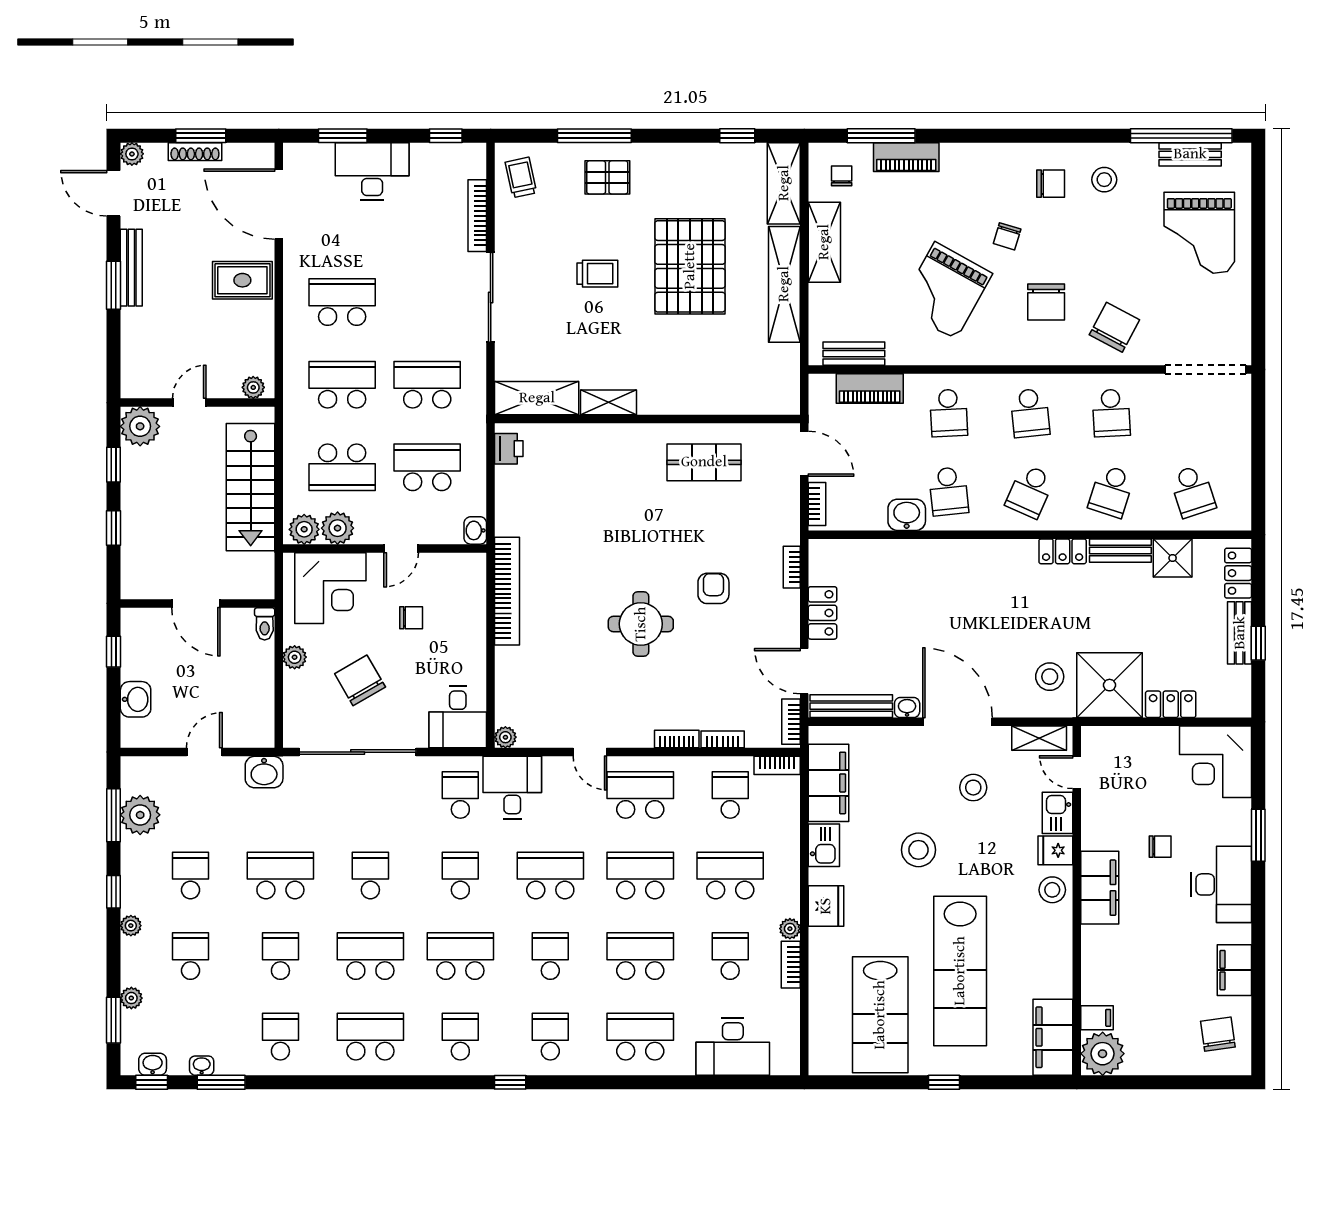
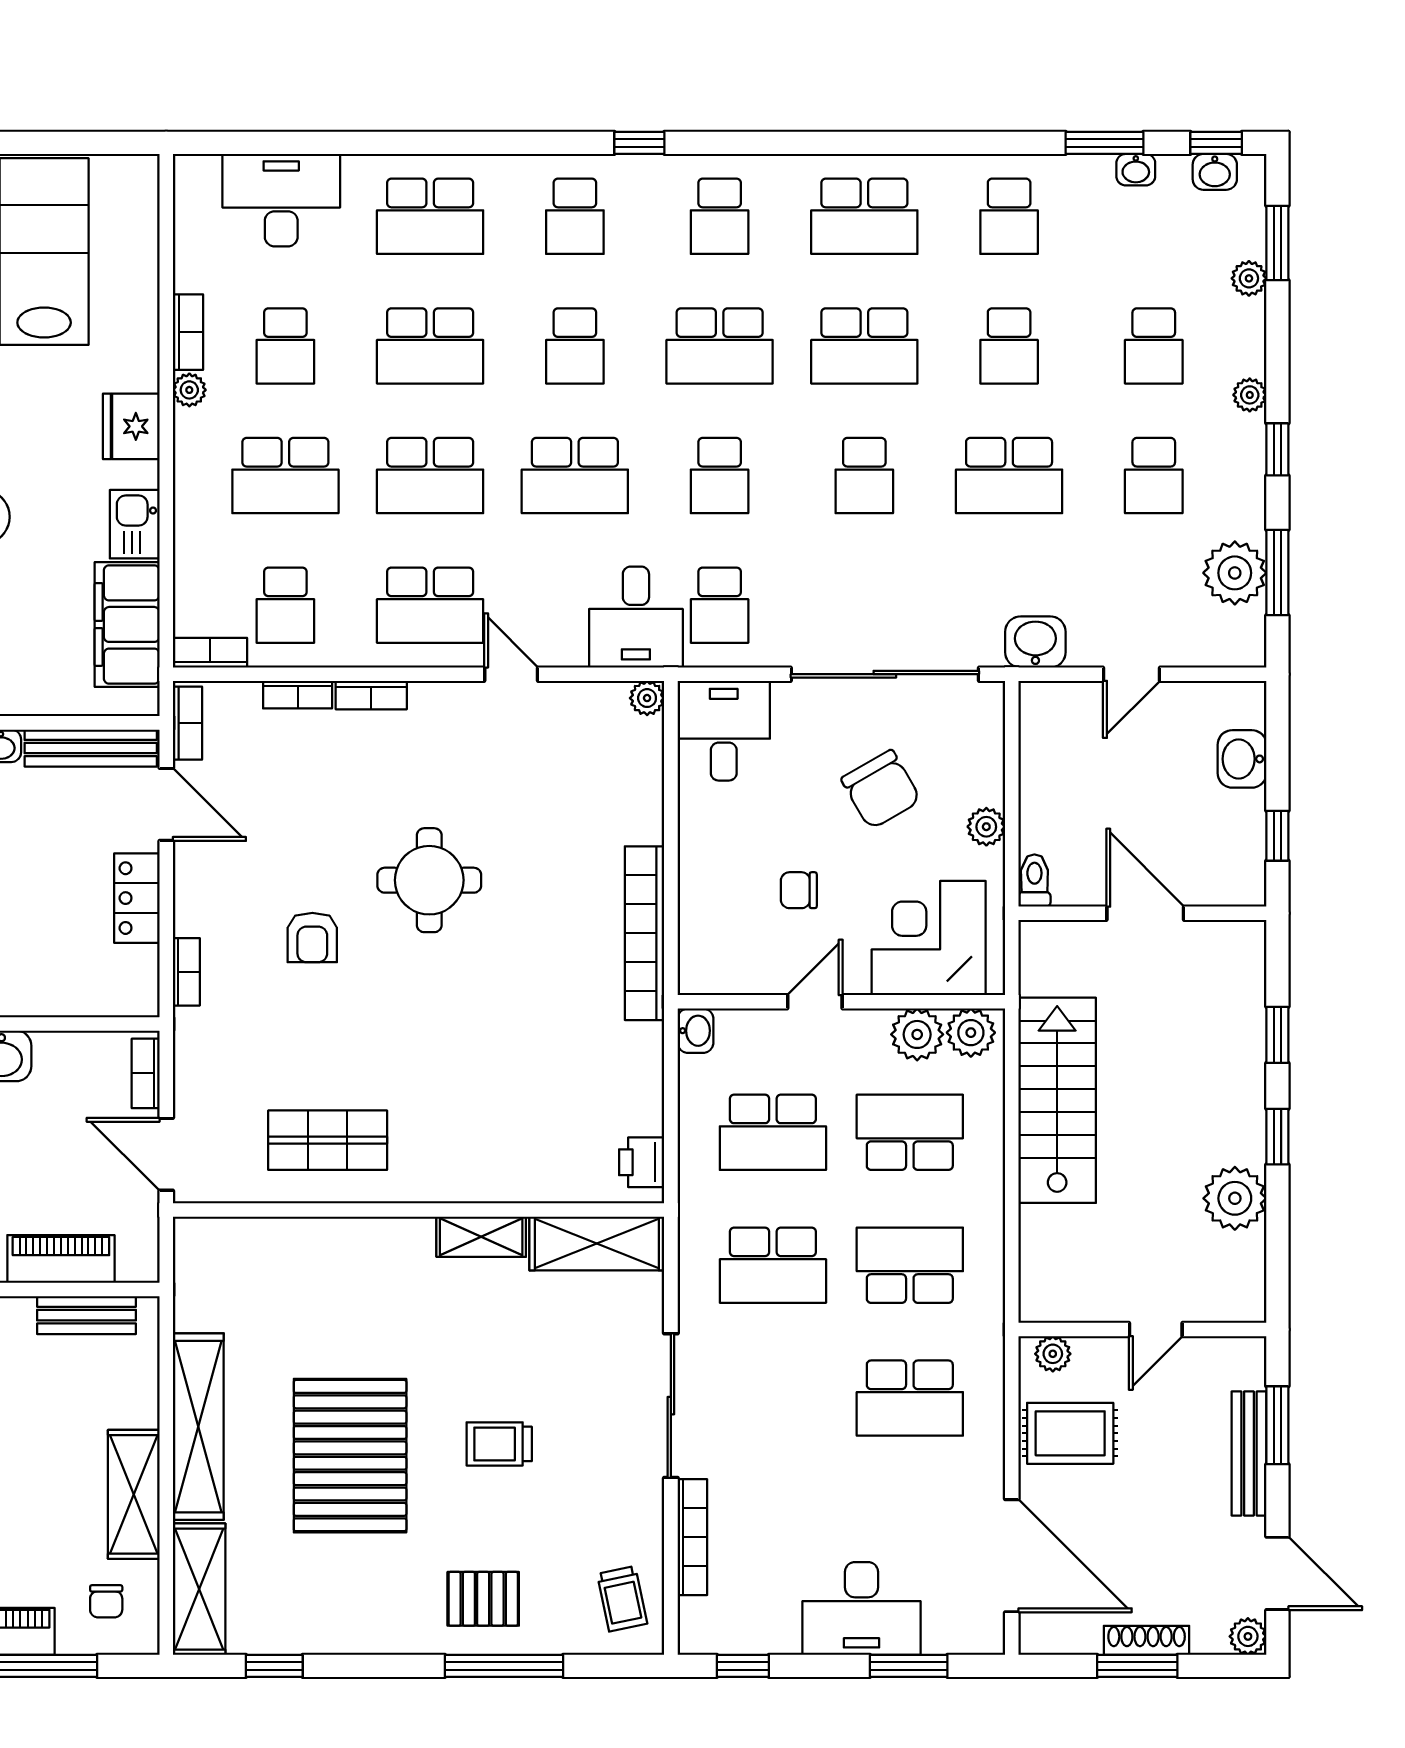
school desk: (342, 385) -> (910, 1265), turned 180
plant: (253, 387) -> (1053, 1354), moved
door: (189, 403) -> (1156, 1329), moved
wall: (198, 403) -> (1142, 1329), moved

